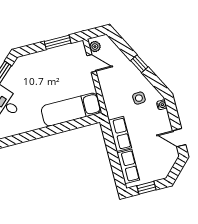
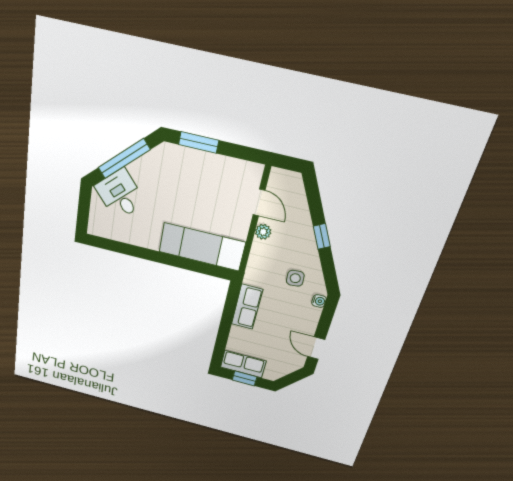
window: (58, 42) -> (199, 142), moved
plant: (95, 47) -> (263, 232), moved
row of seats: (128, 166) -> (243, 364), moved, turned -90

